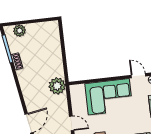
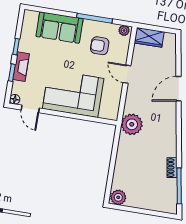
plant: (20, 31) -> (118, 197), moved

